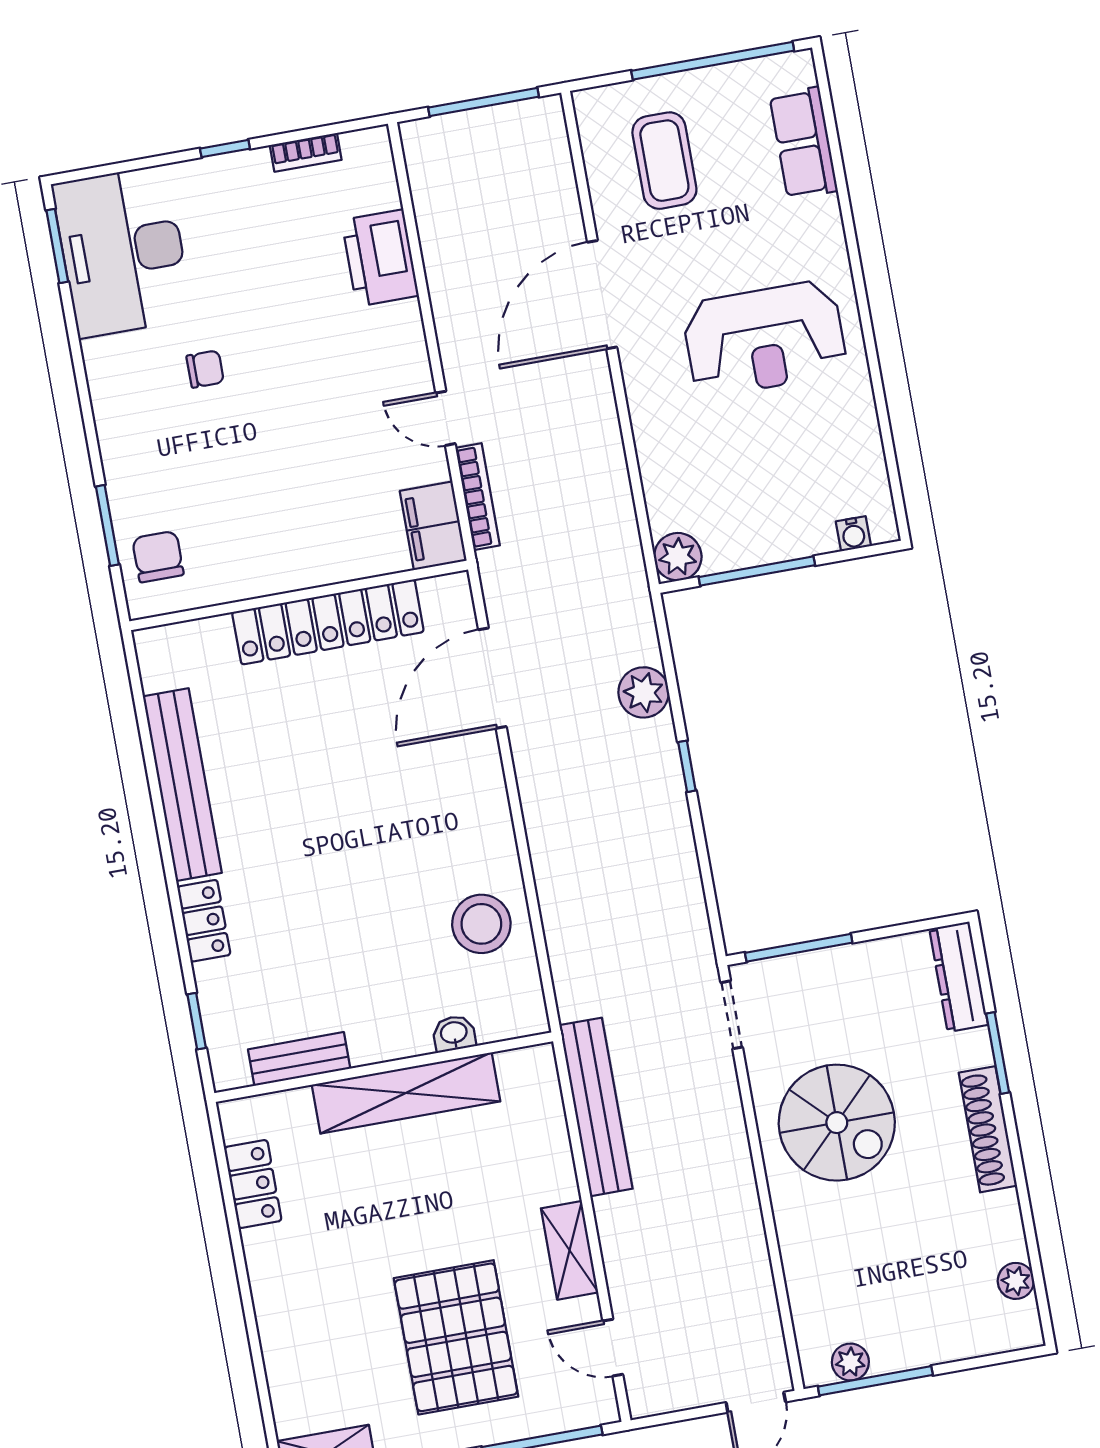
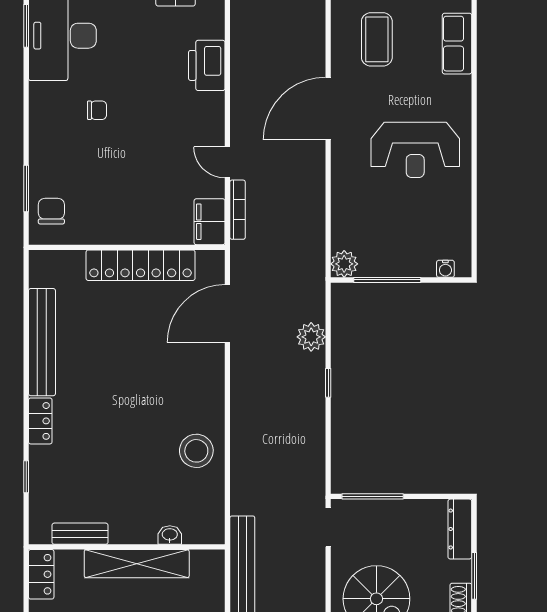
washbasin: (454, 1033) -> (170, 535), moved
bench: (299, 1059) -> (80, 534), moved
wall: (384, 1067) -> (127, 547), moved
shelving: (406, 1093) -> (137, 564), moved

